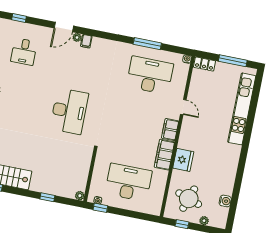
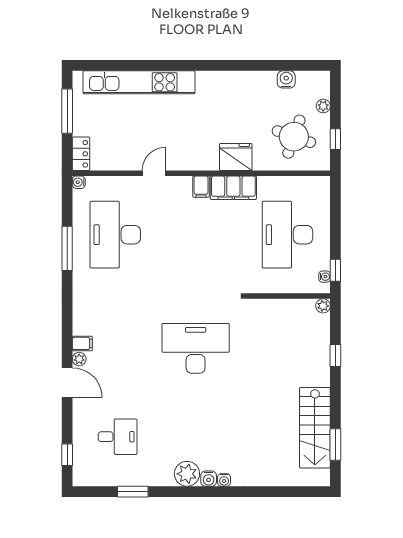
filing cabinet: (170, 130) -> (201, 187), width x0.50

